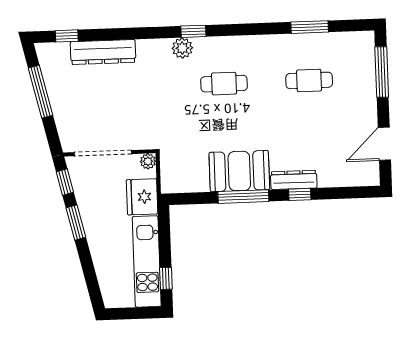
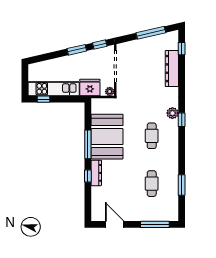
booth: (239, 171) -> (107, 137), width x1.36, depth x1.42

